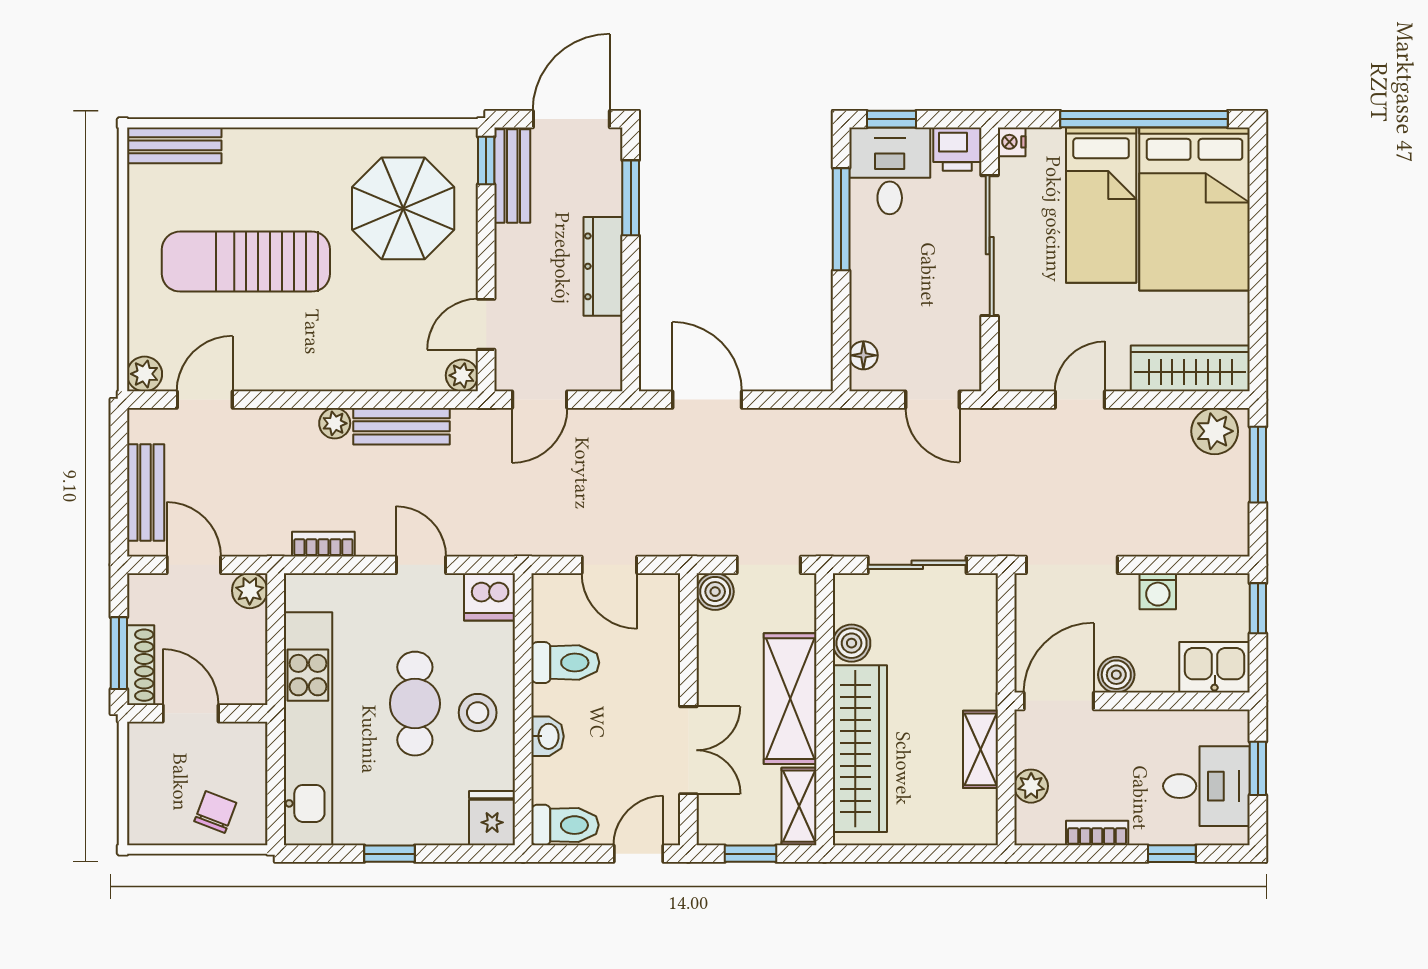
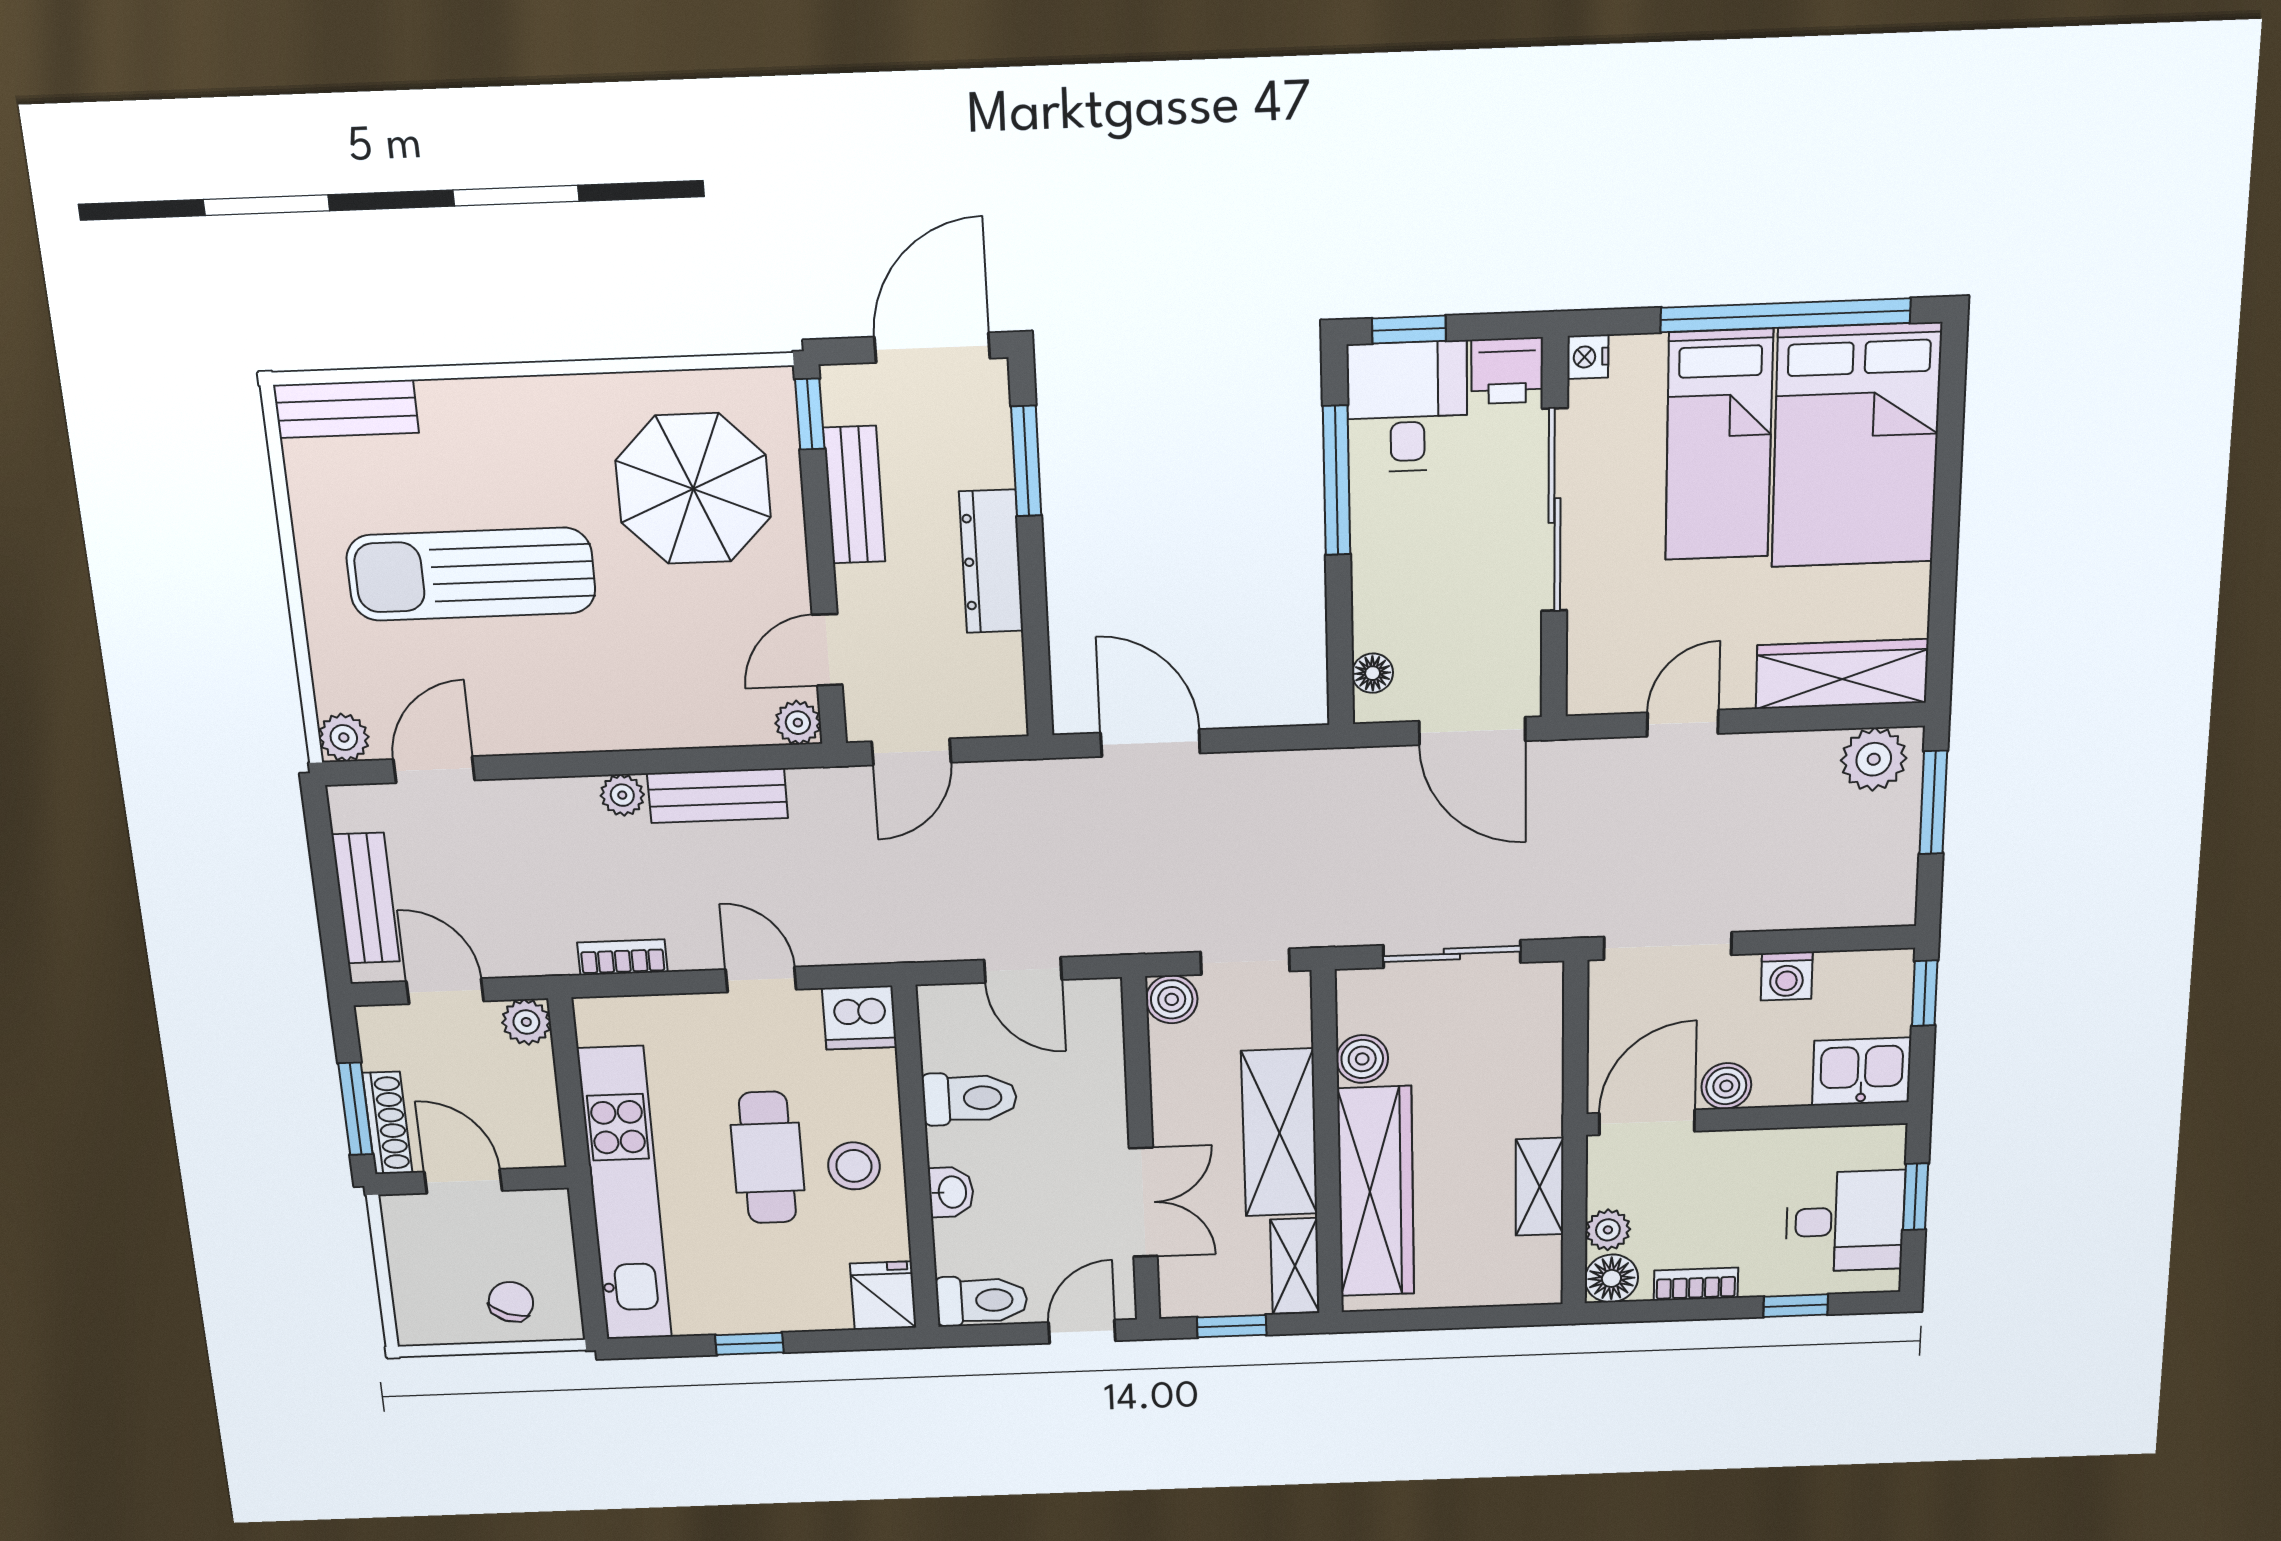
bench: (512, 176) -> (854, 495), moved
door: (933, 400) -> (1472, 731), width x1.38
floor lamp: (1034, 826) -> (1611, 1278), added

